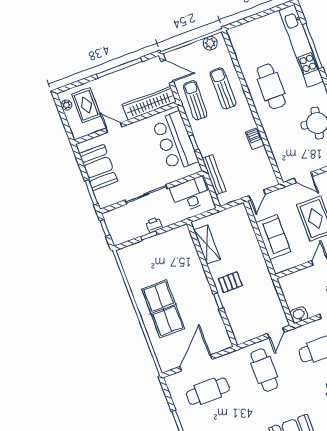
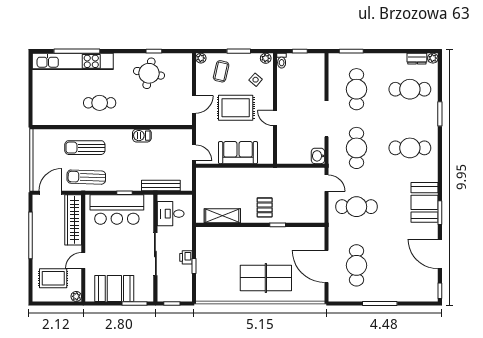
plant: (210, 43) -> (39, 144), removed
cafe table: (271, 86) -> (100, 103), width x0.73, depth x0.74
plant: (66, 105) -> (76, 296), moved
desk: (190, 194) -> (171, 214), width x0.73

